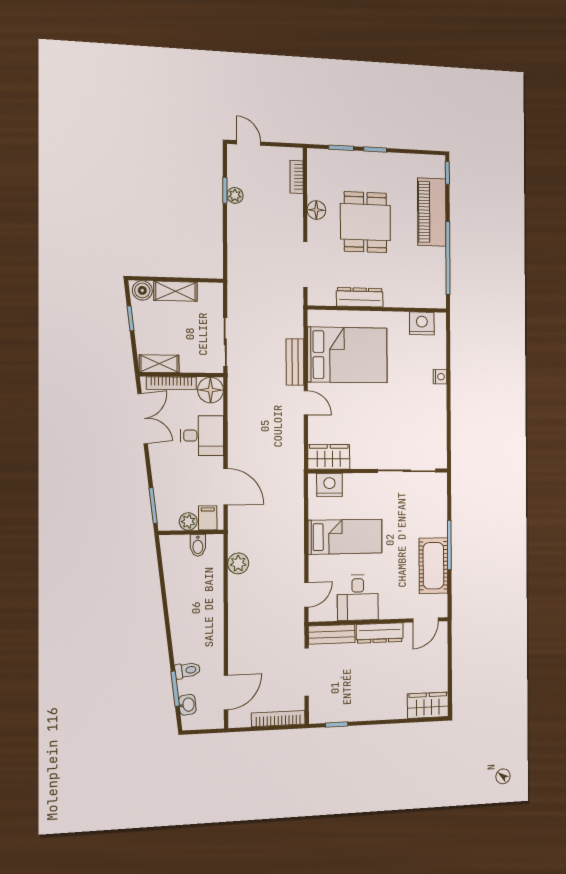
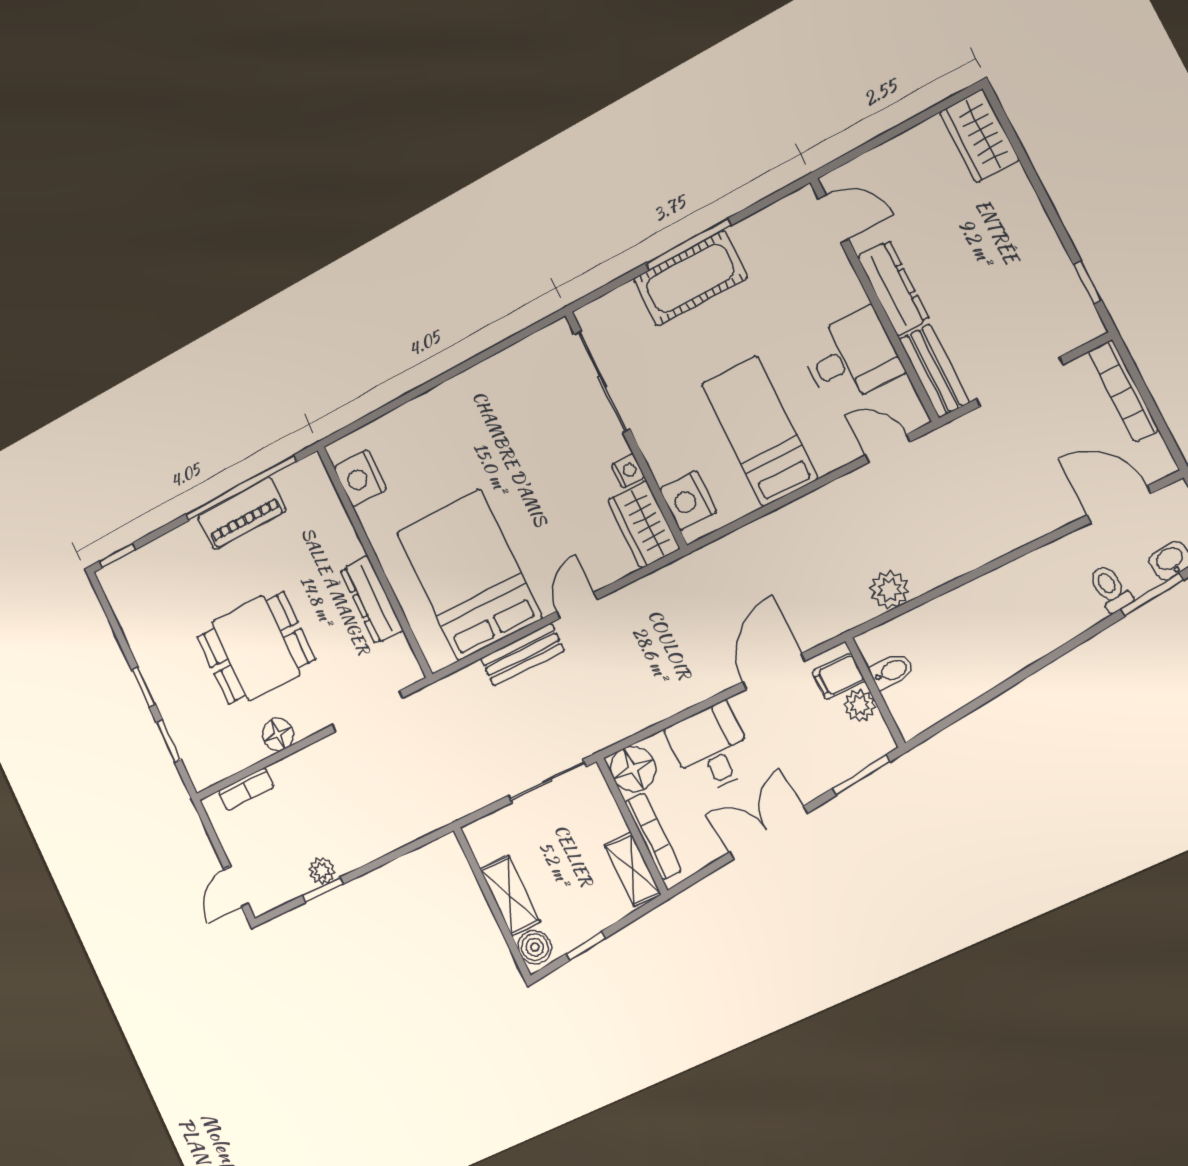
piano: (432, 212) -> (242, 513), moved, width x0.73, depth x0.75
nightstand: (440, 377) -> (628, 471), moved, turned 90
double door: (143, 419) -> (768, 833), moved
cot: (433, 566) -> (690, 278), moved

